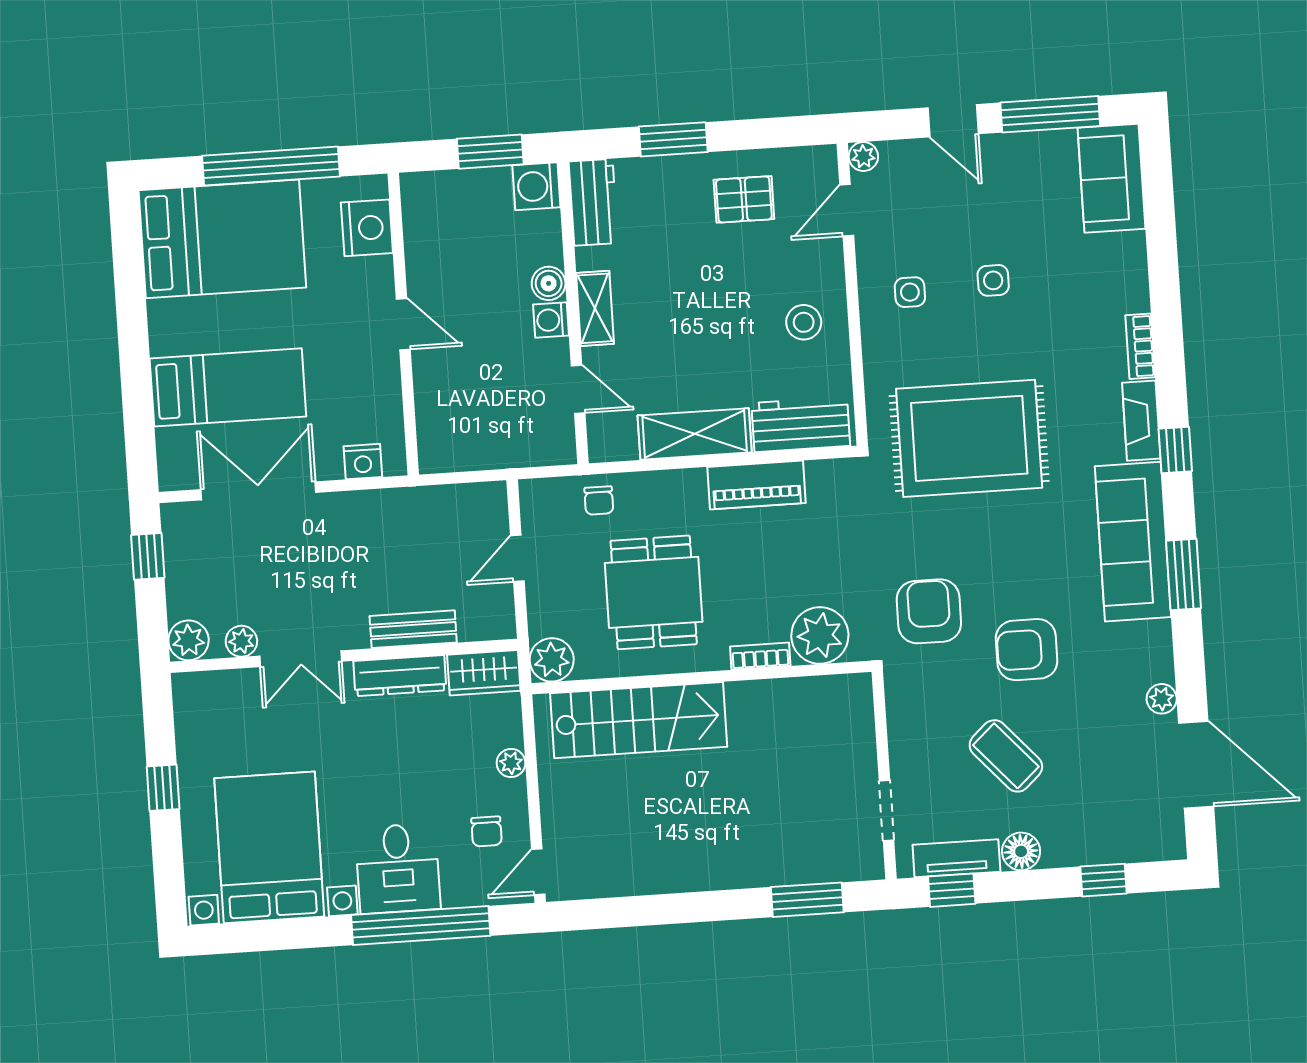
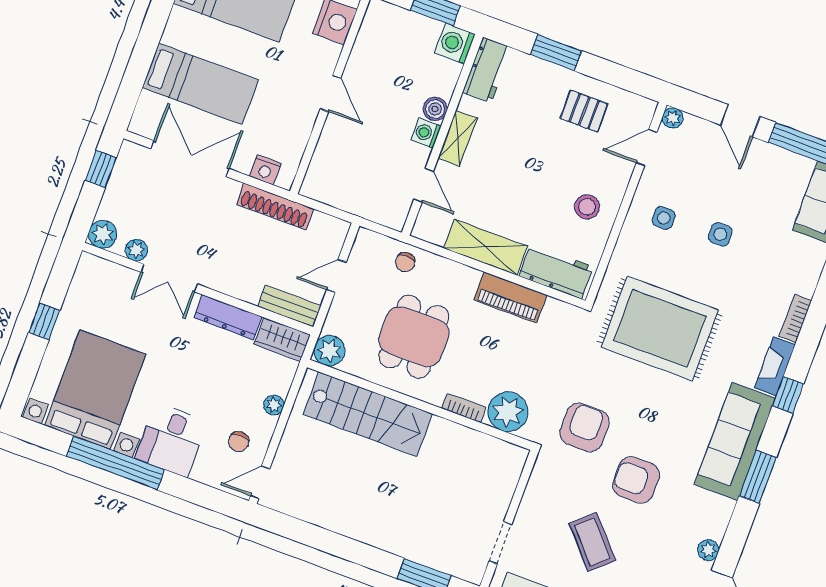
shoe rack: (397, 504) -> (275, 207), added
bench: (413, 629) -> (289, 306), moved
window: (421, 925) -> (115, 463), moved

